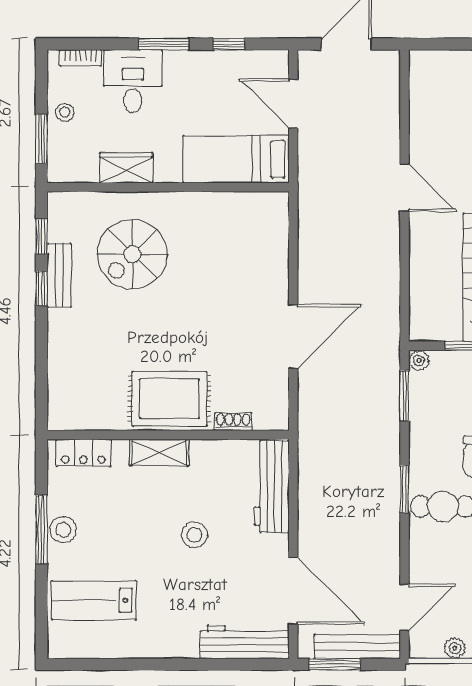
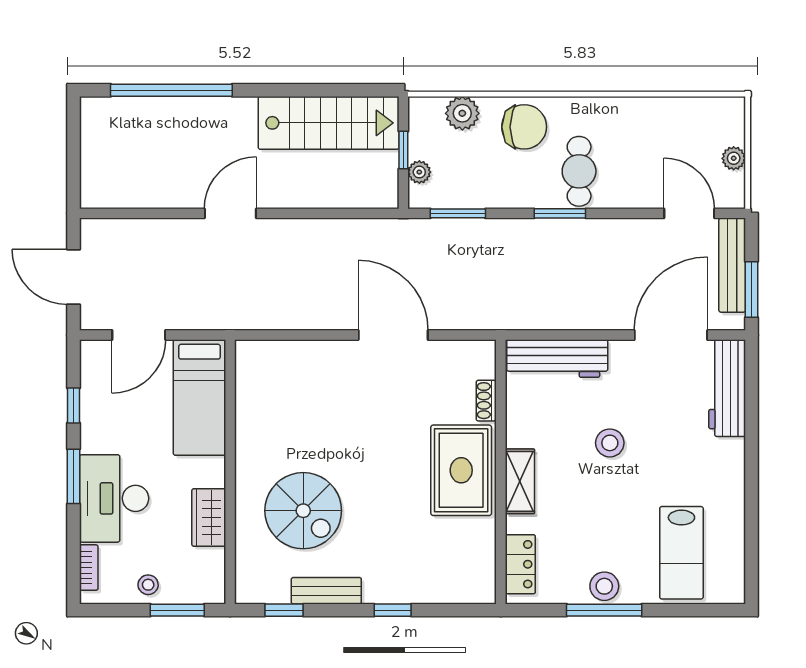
desk: (133, 81) -> (114, 498), width x1.37
window: (41, 288) -> (393, 610), moved
plant: (419, 360) -> (419, 172), moved

